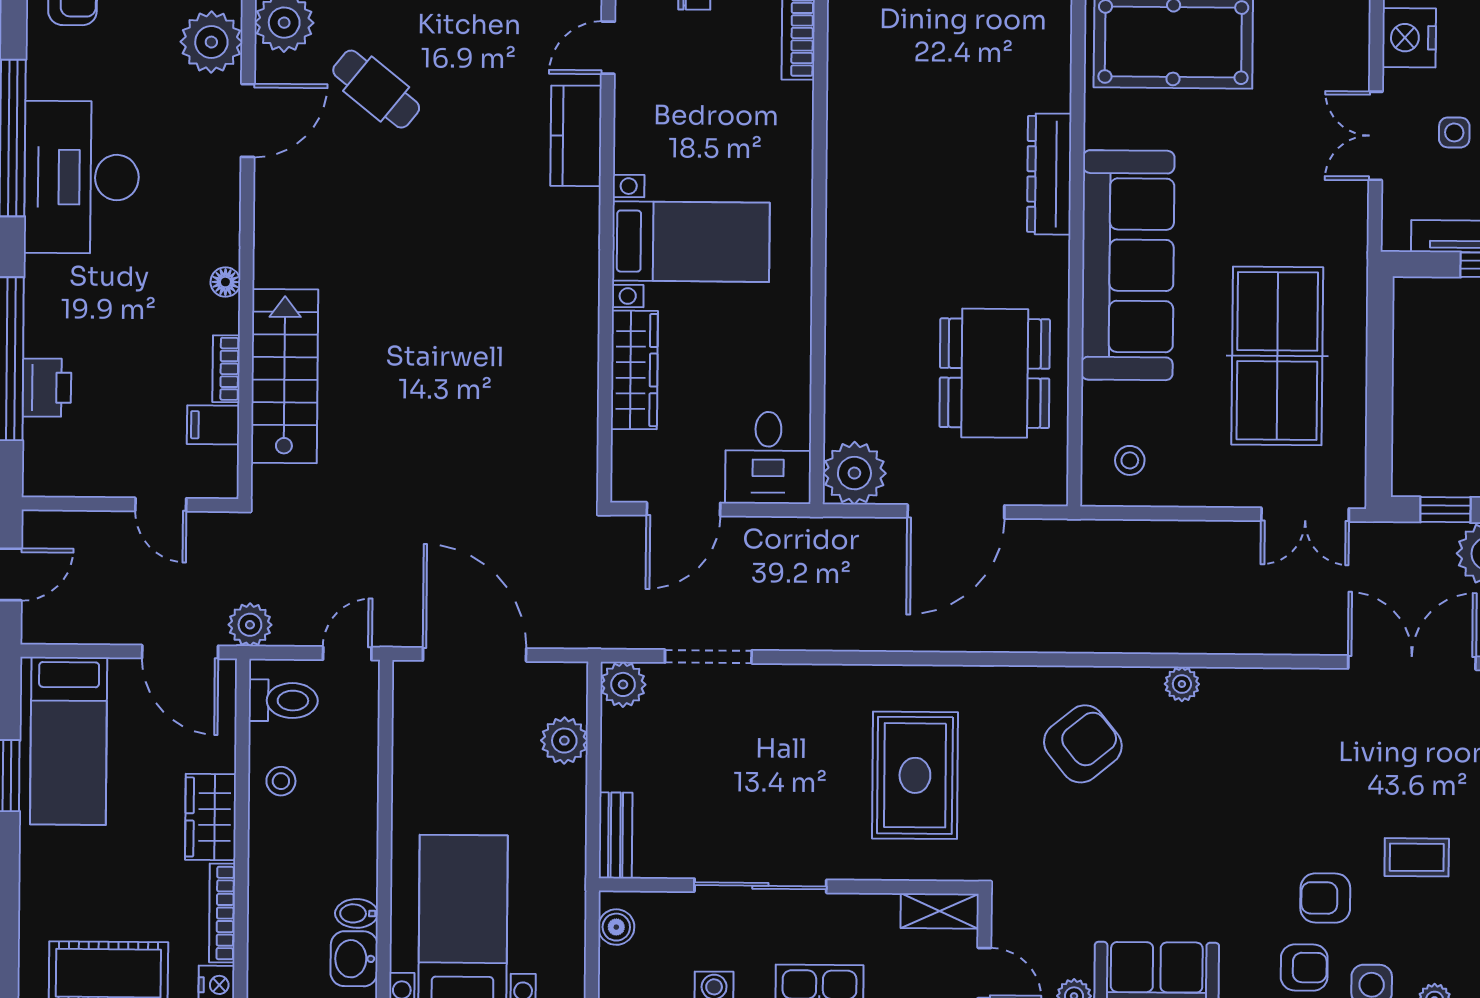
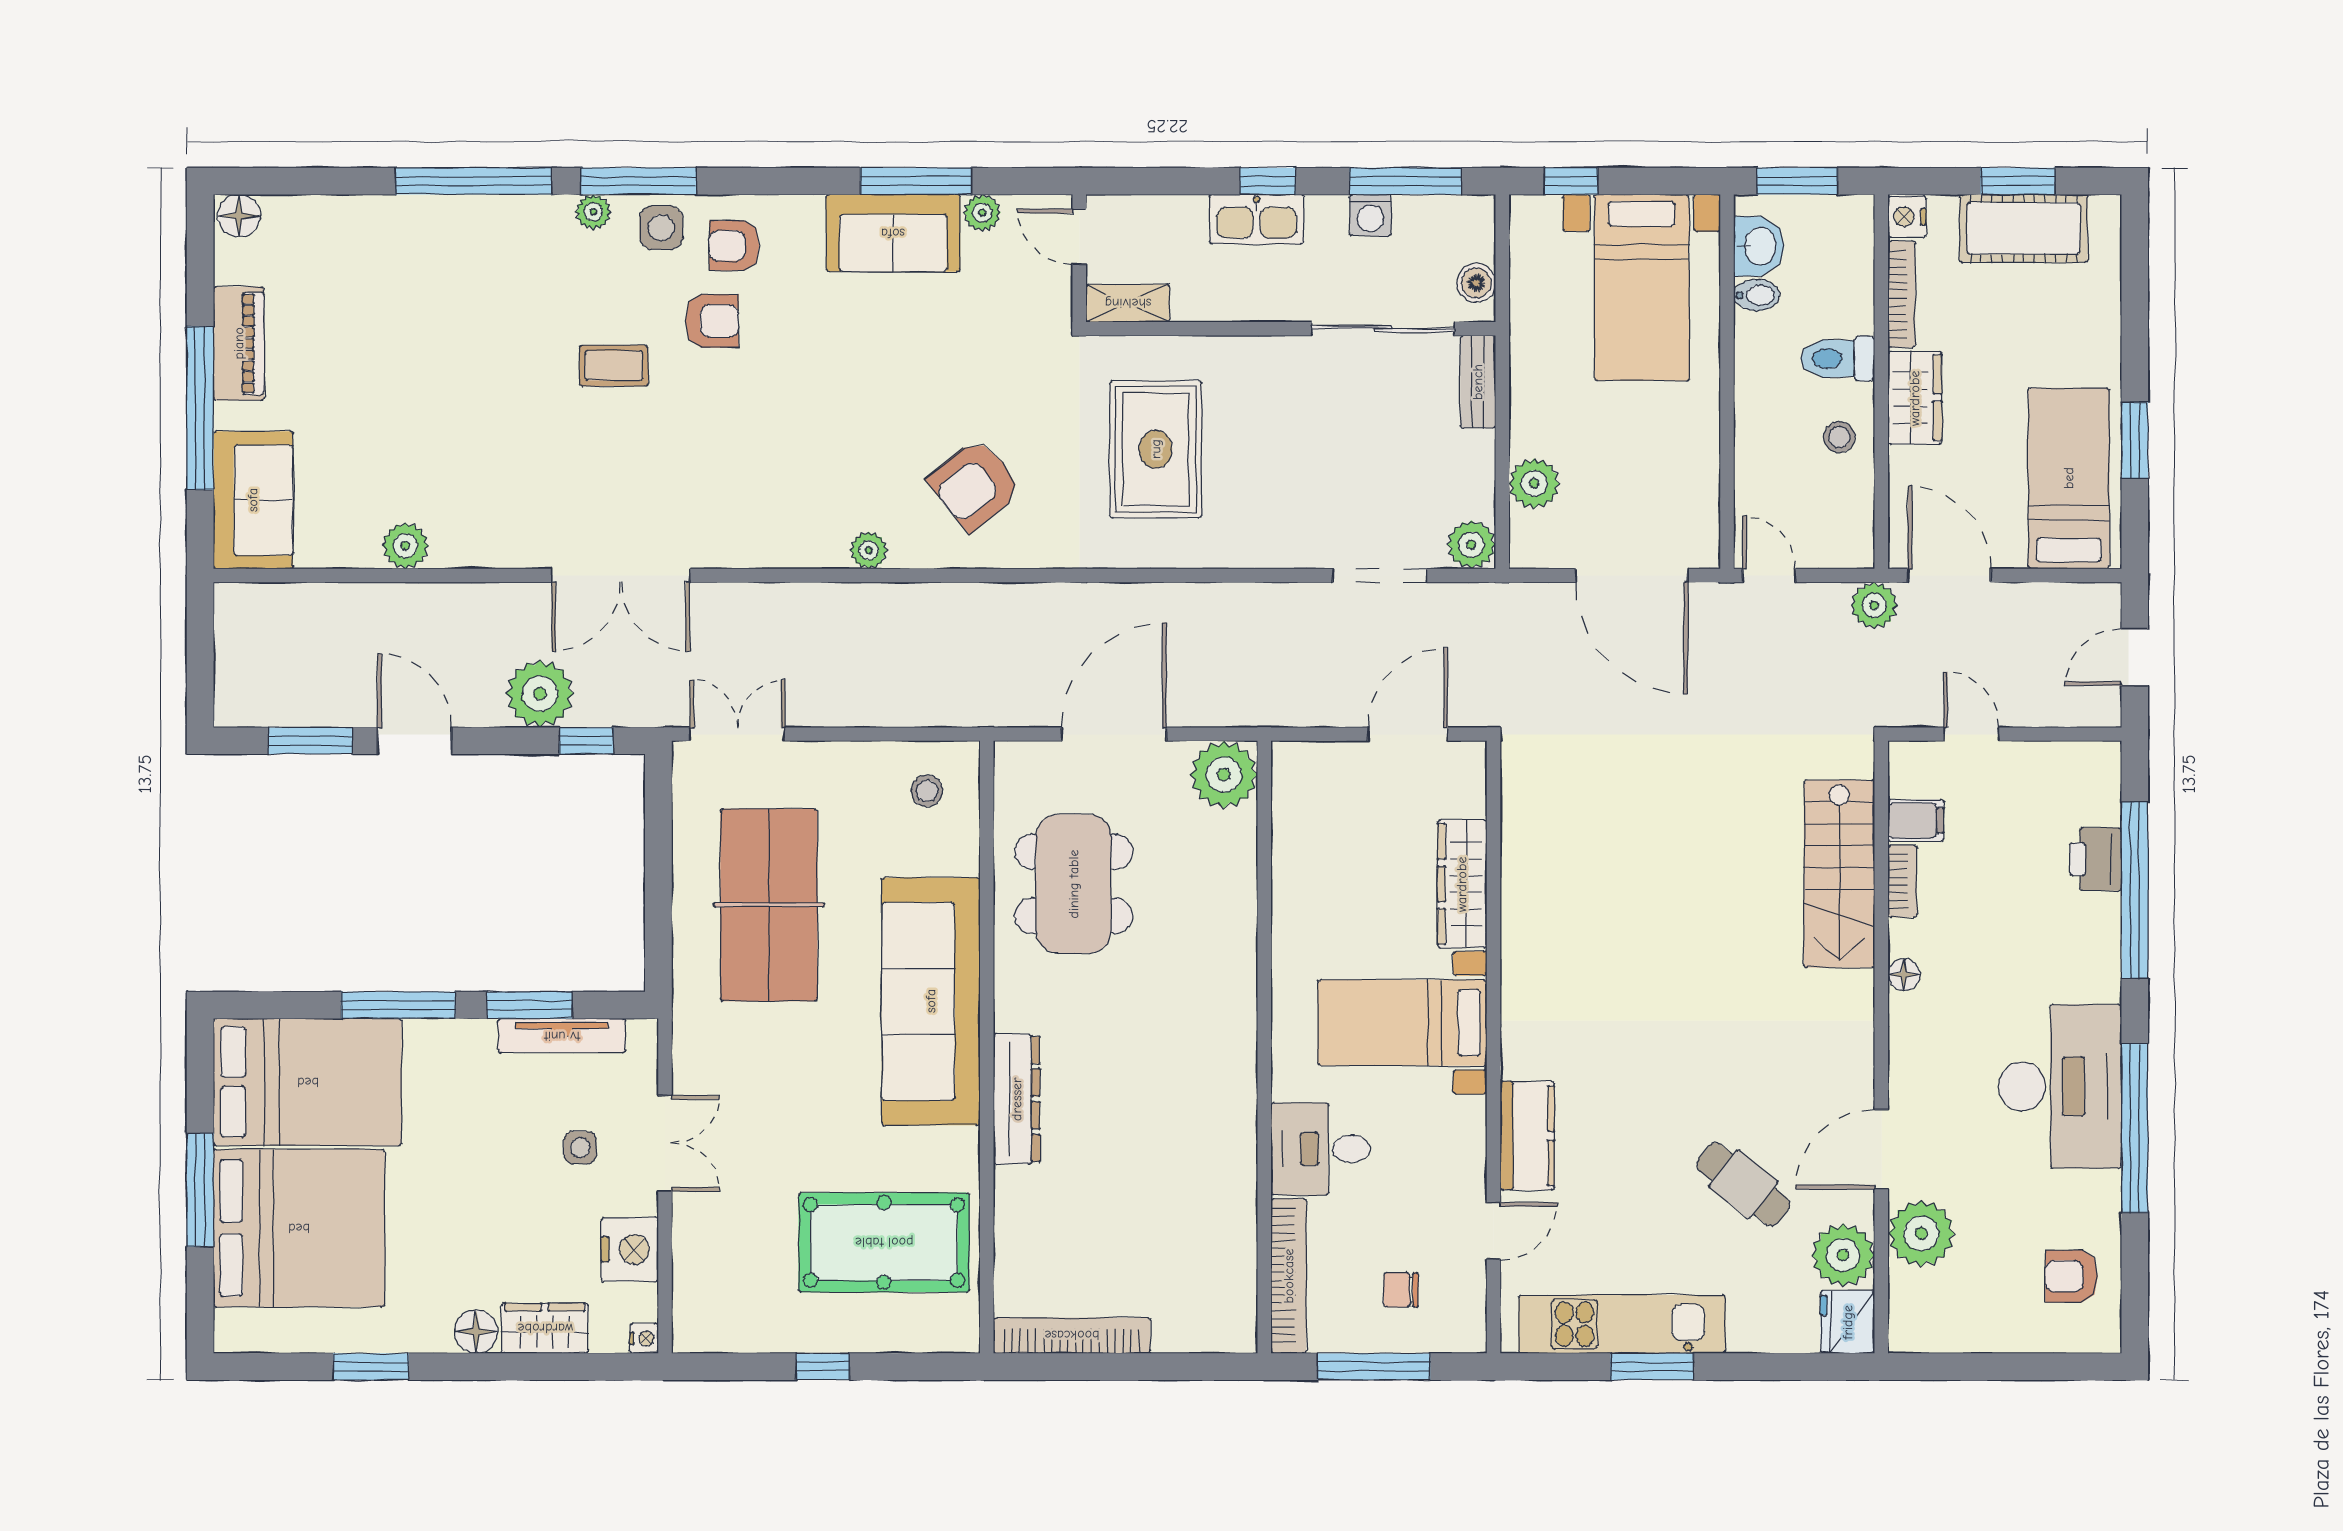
desk: (768, 458) -> (1321, 1149), moved, turned -90
door: (347, 653) -> (1769, 575), swing flipped
toilet: (283, 700) -> (1838, 359), moved
sliding door: (760, 886) -> (1383, 329), moved

